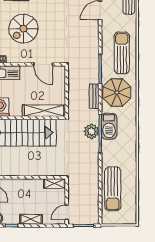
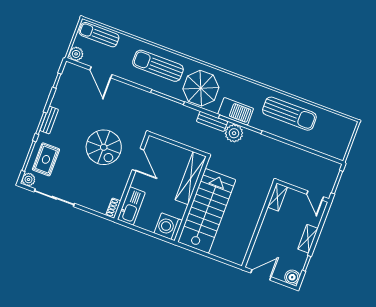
spiral stairs: (23, 29) -> (104, 147), moved
door: (43, 64) -> (138, 160), hinge flipped
bench: (94, 96) -> (212, 121), moved
sun lounger: (113, 189) -> (289, 114), moved

